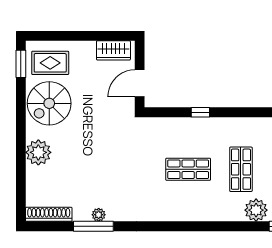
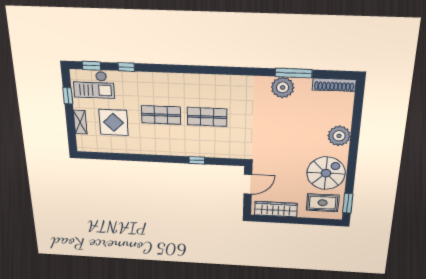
wardrobe: (113, 50) -> (276, 209), width x1.50
shop shelf: (241, 169) -> (161, 115), turned 90
plant: (256, 210) -> (147, 81), removed
plant: (99, 215) -> (283, 87), width x1.88, depth x1.88

